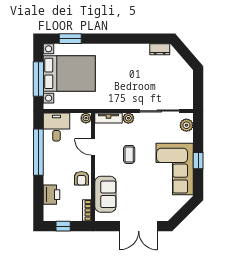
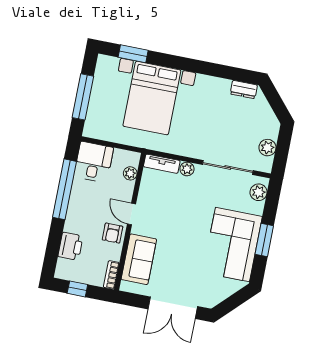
bed with nightstands: (69, 73) -> (152, 98), moved, turned 90
plant: (186, 90) -> (267, 148), added
plant: (86, 118) -> (130, 173), moved
door: (93, 147) -> (132, 214), moved
coffee table: (129, 154) -> (179, 215), removed
window: (198, 161) -> (264, 240), width x1.50

